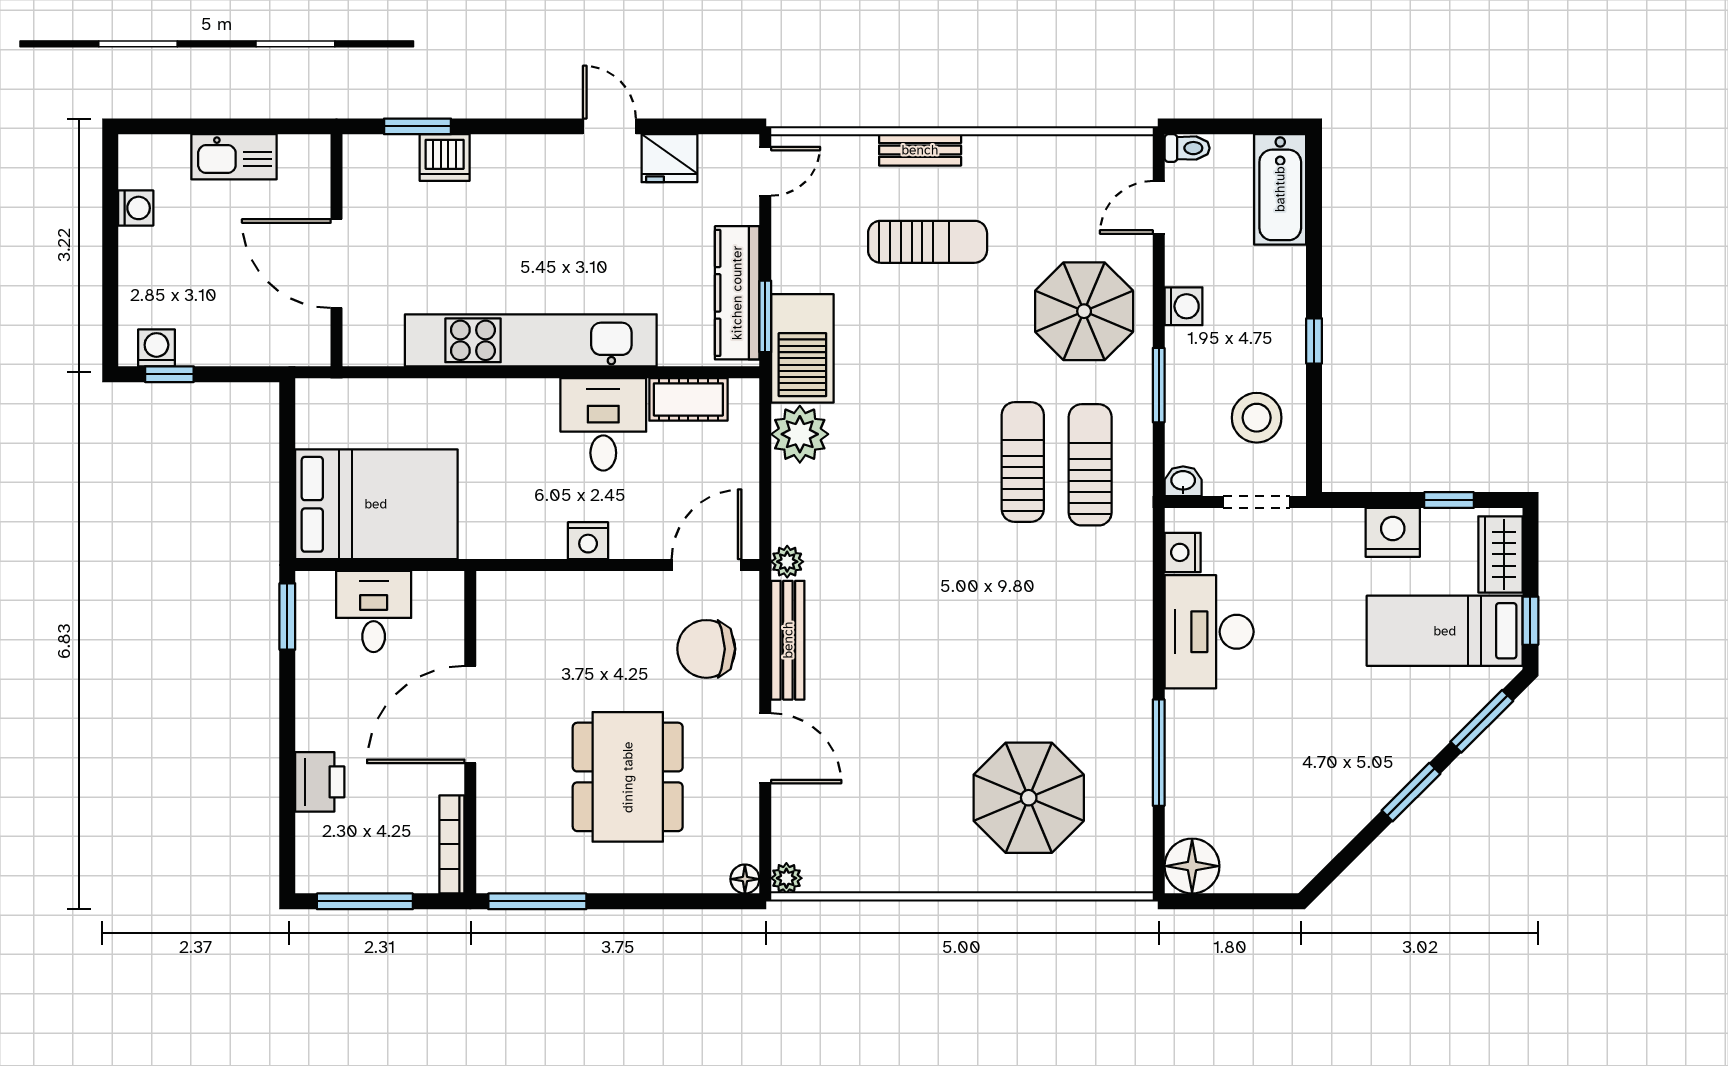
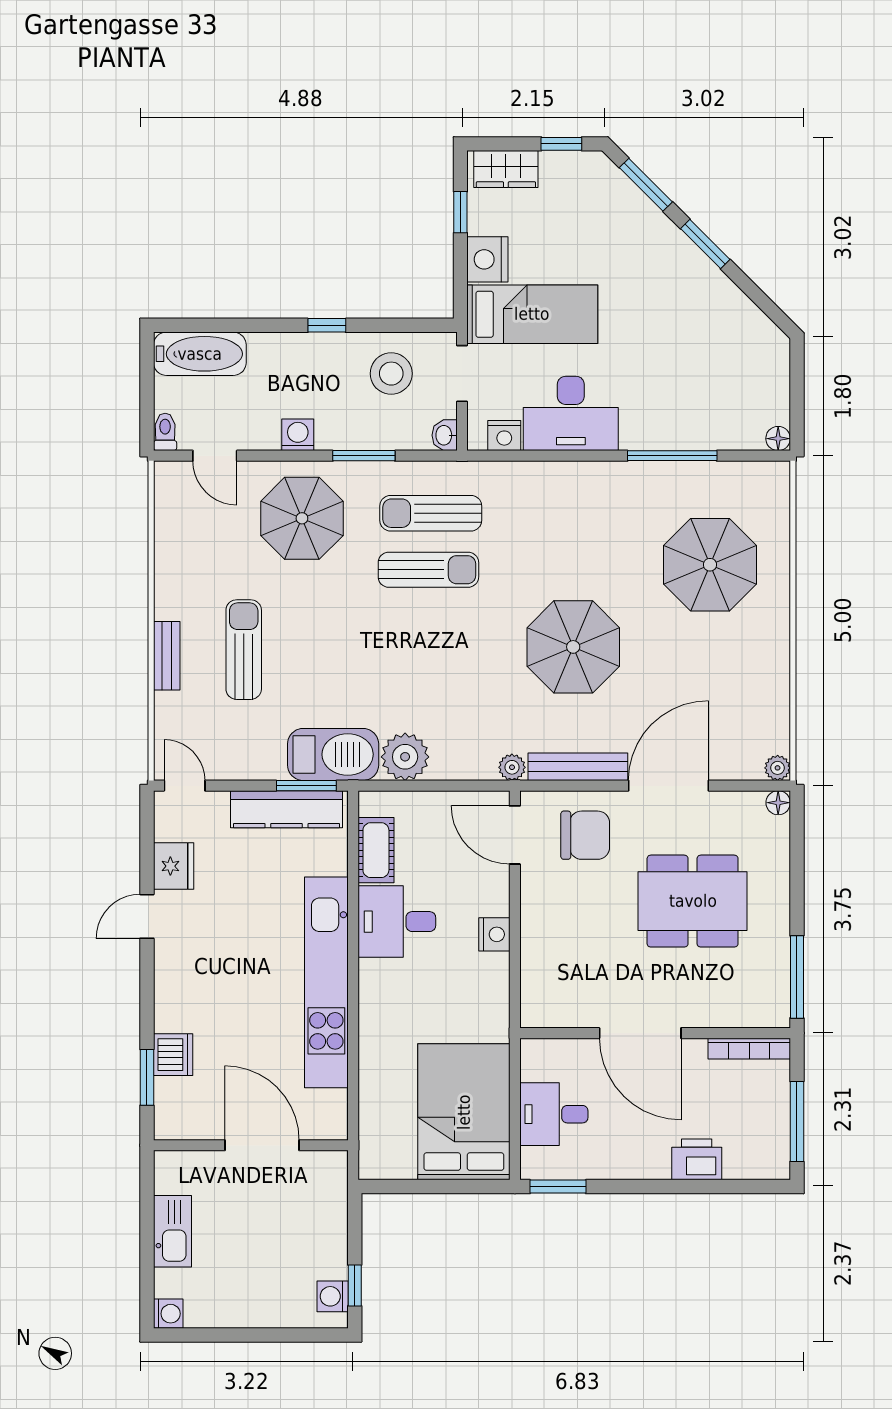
washing machine: (136, 208) -> (168, 1314), moved, turned 90
door: (337, 264) -> (262, 1145), swing flipped
sun lounger: (1023, 462) -> (428, 570), turned 180
bed: (1445, 631) -> (532, 314), moved, turned -90
parasol: (931, 635) -> (573, 647), added
chair: (706, 649) -> (585, 835), turned -90
door: (765, 748) -> (669, 786), width x1.36
floor lamp: (1192, 866) -> (778, 439), width x0.53, depth x0.53

